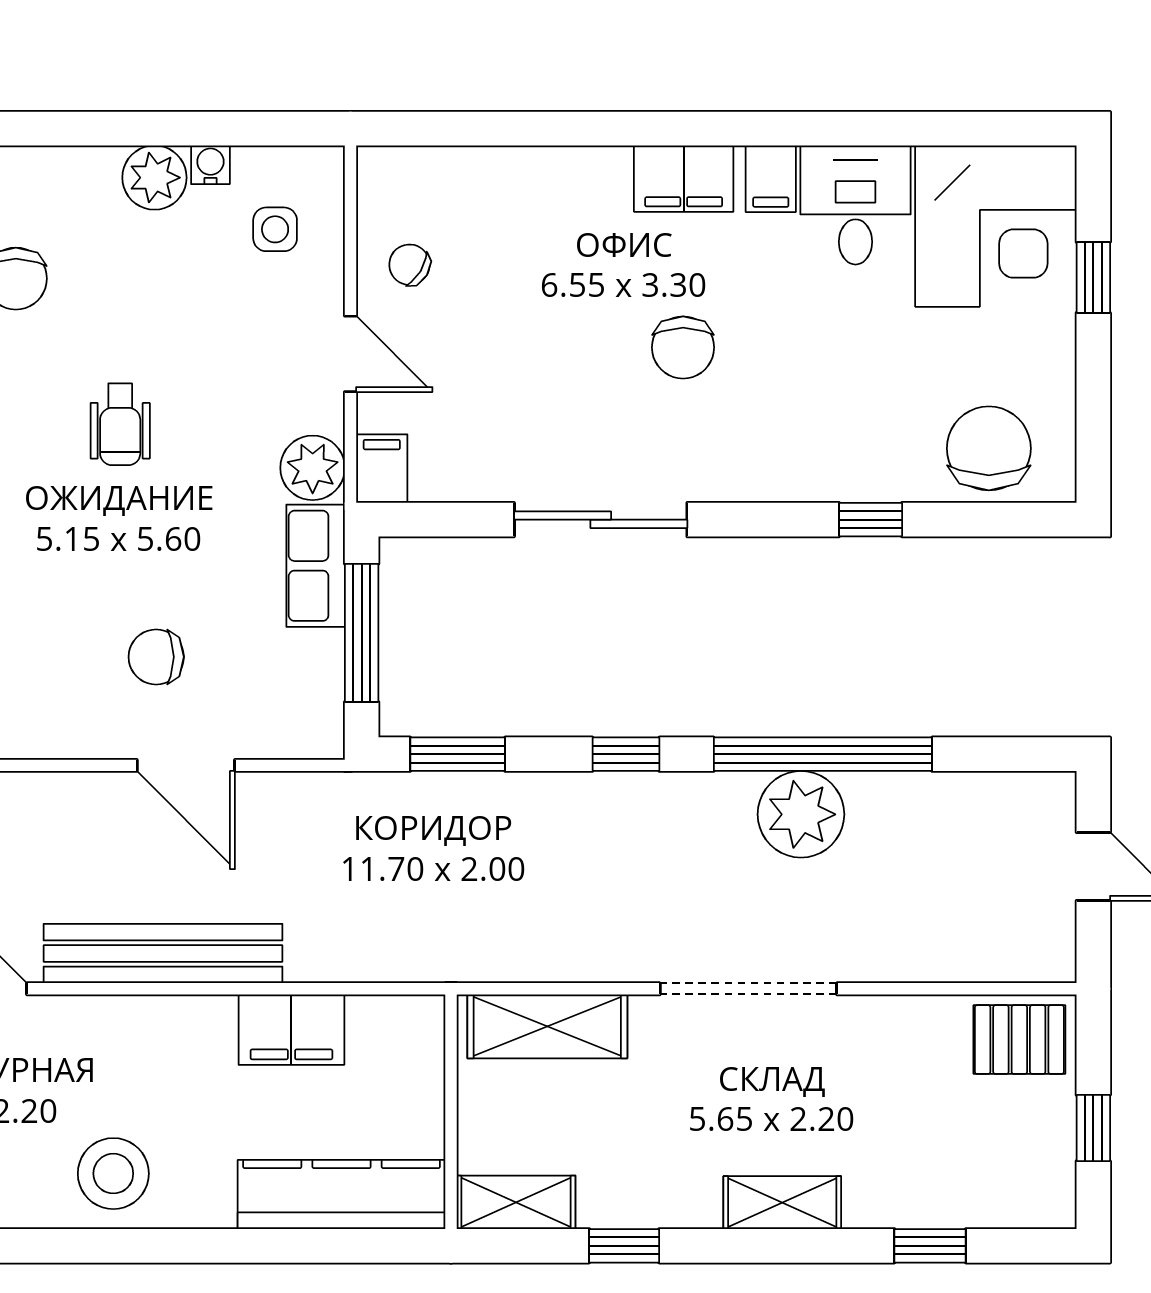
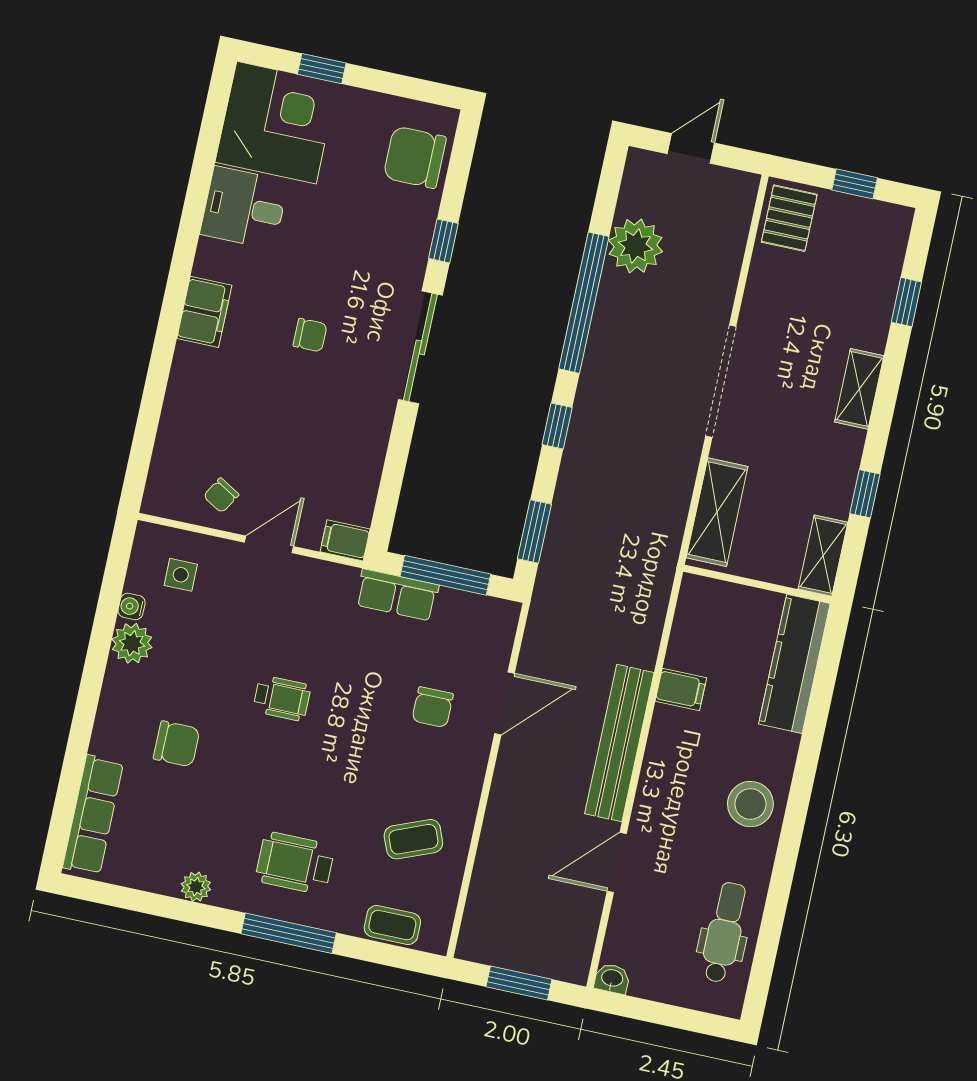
filing cabinet: (771, 179) -> (216, 257), removed
chair: (683, 347) -> (310, 335), width x0.73, depth x0.73
plant: (313, 468) -> (335, 584), removed
sliding door: (601, 520) -> (420, 347), moved
plant: (801, 814) -> (635, 246), moved
filing cabinet: (291, 1030) -> (681, 689), width x0.50

